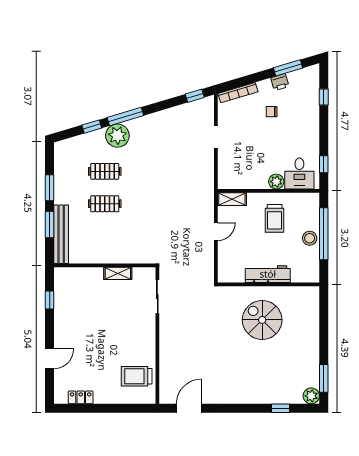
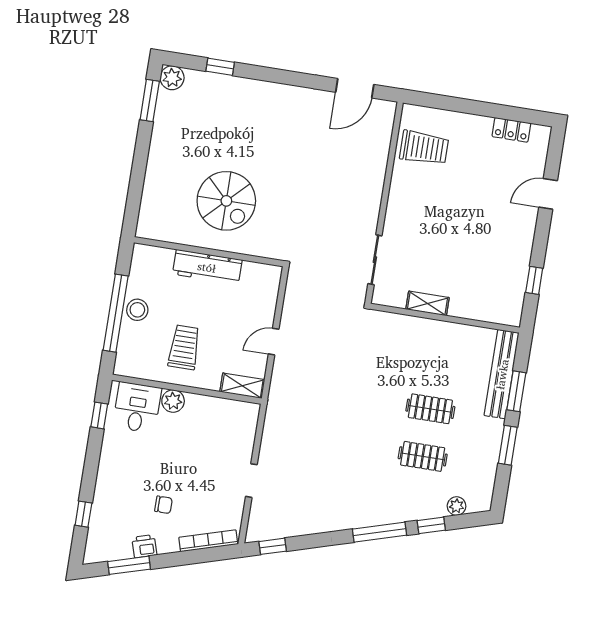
plant: (117, 136) -> (457, 506), moved, width x0.53, depth x0.53

